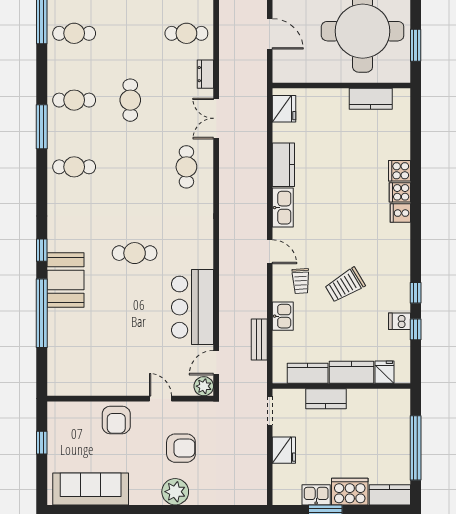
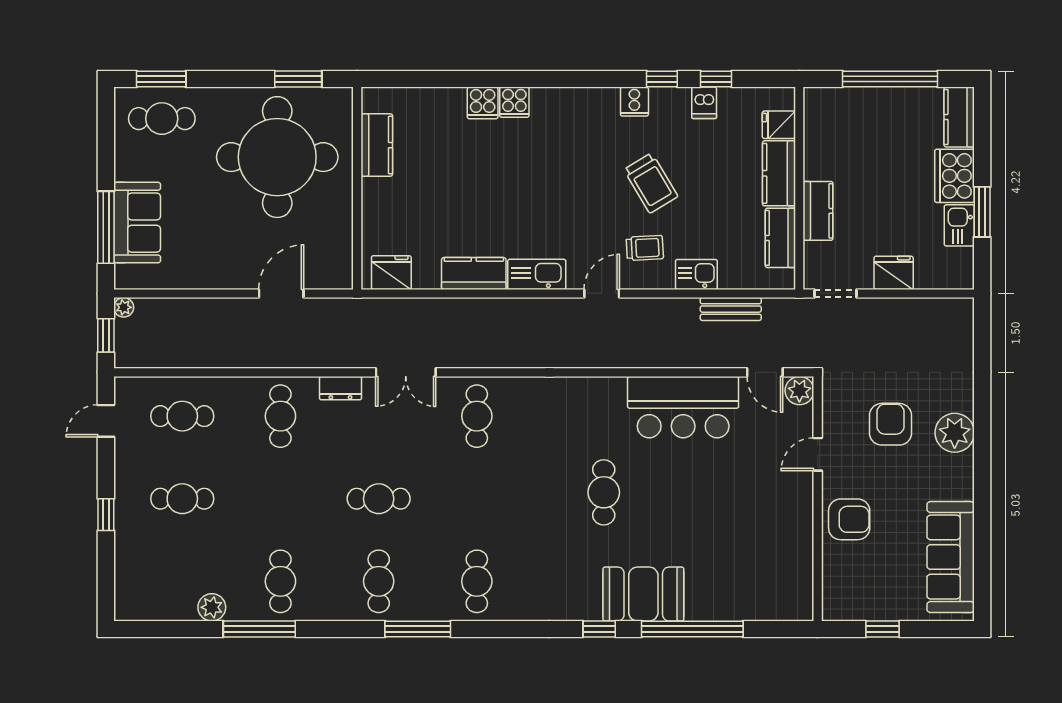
cafe table: (186, 167) -> (477, 416), turned 90
cooker: (400, 213) -> (634, 102), moved

